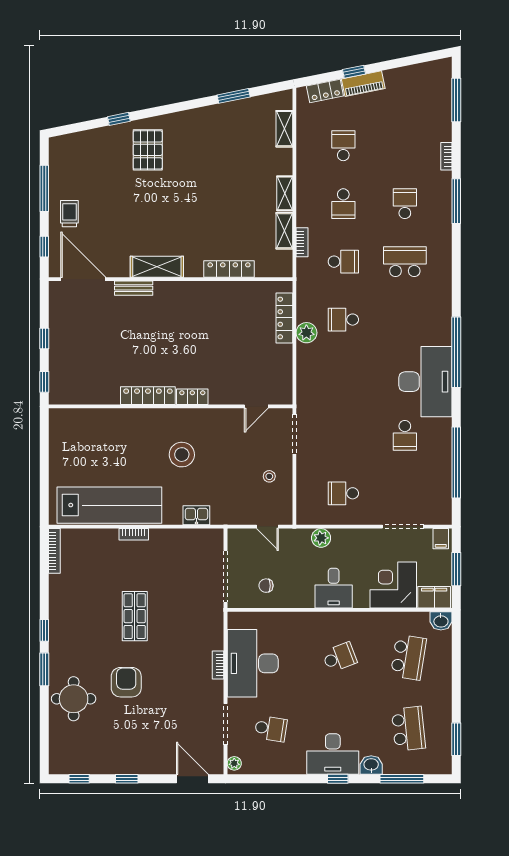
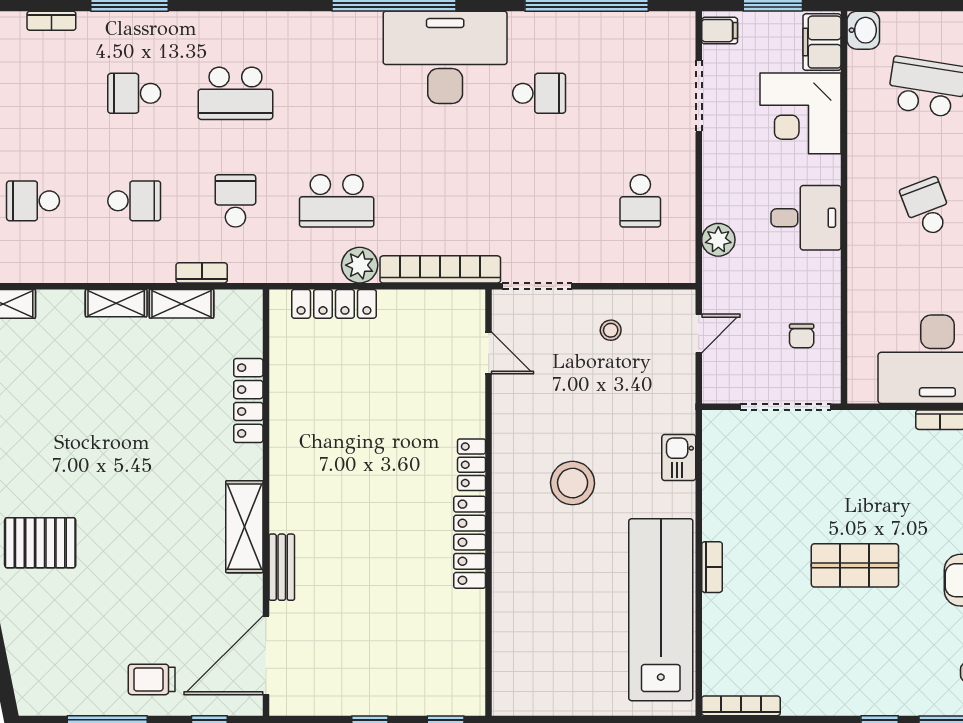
school desk: (405, 262) -> (235, 93), turned -90
school desk: (343, 320) -> (337, 201), width x1.85
bookcase: (304, 379) -> (440, 269), added

